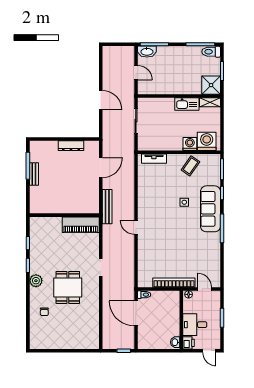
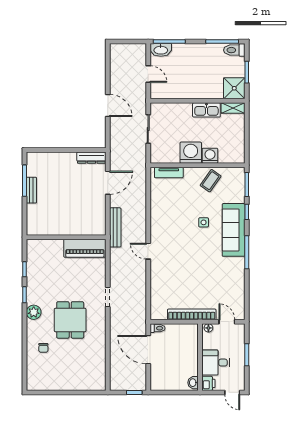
washing machine: (207, 141) -> (191, 153), moved
dresser: (71, 146) -> (91, 158), moved

